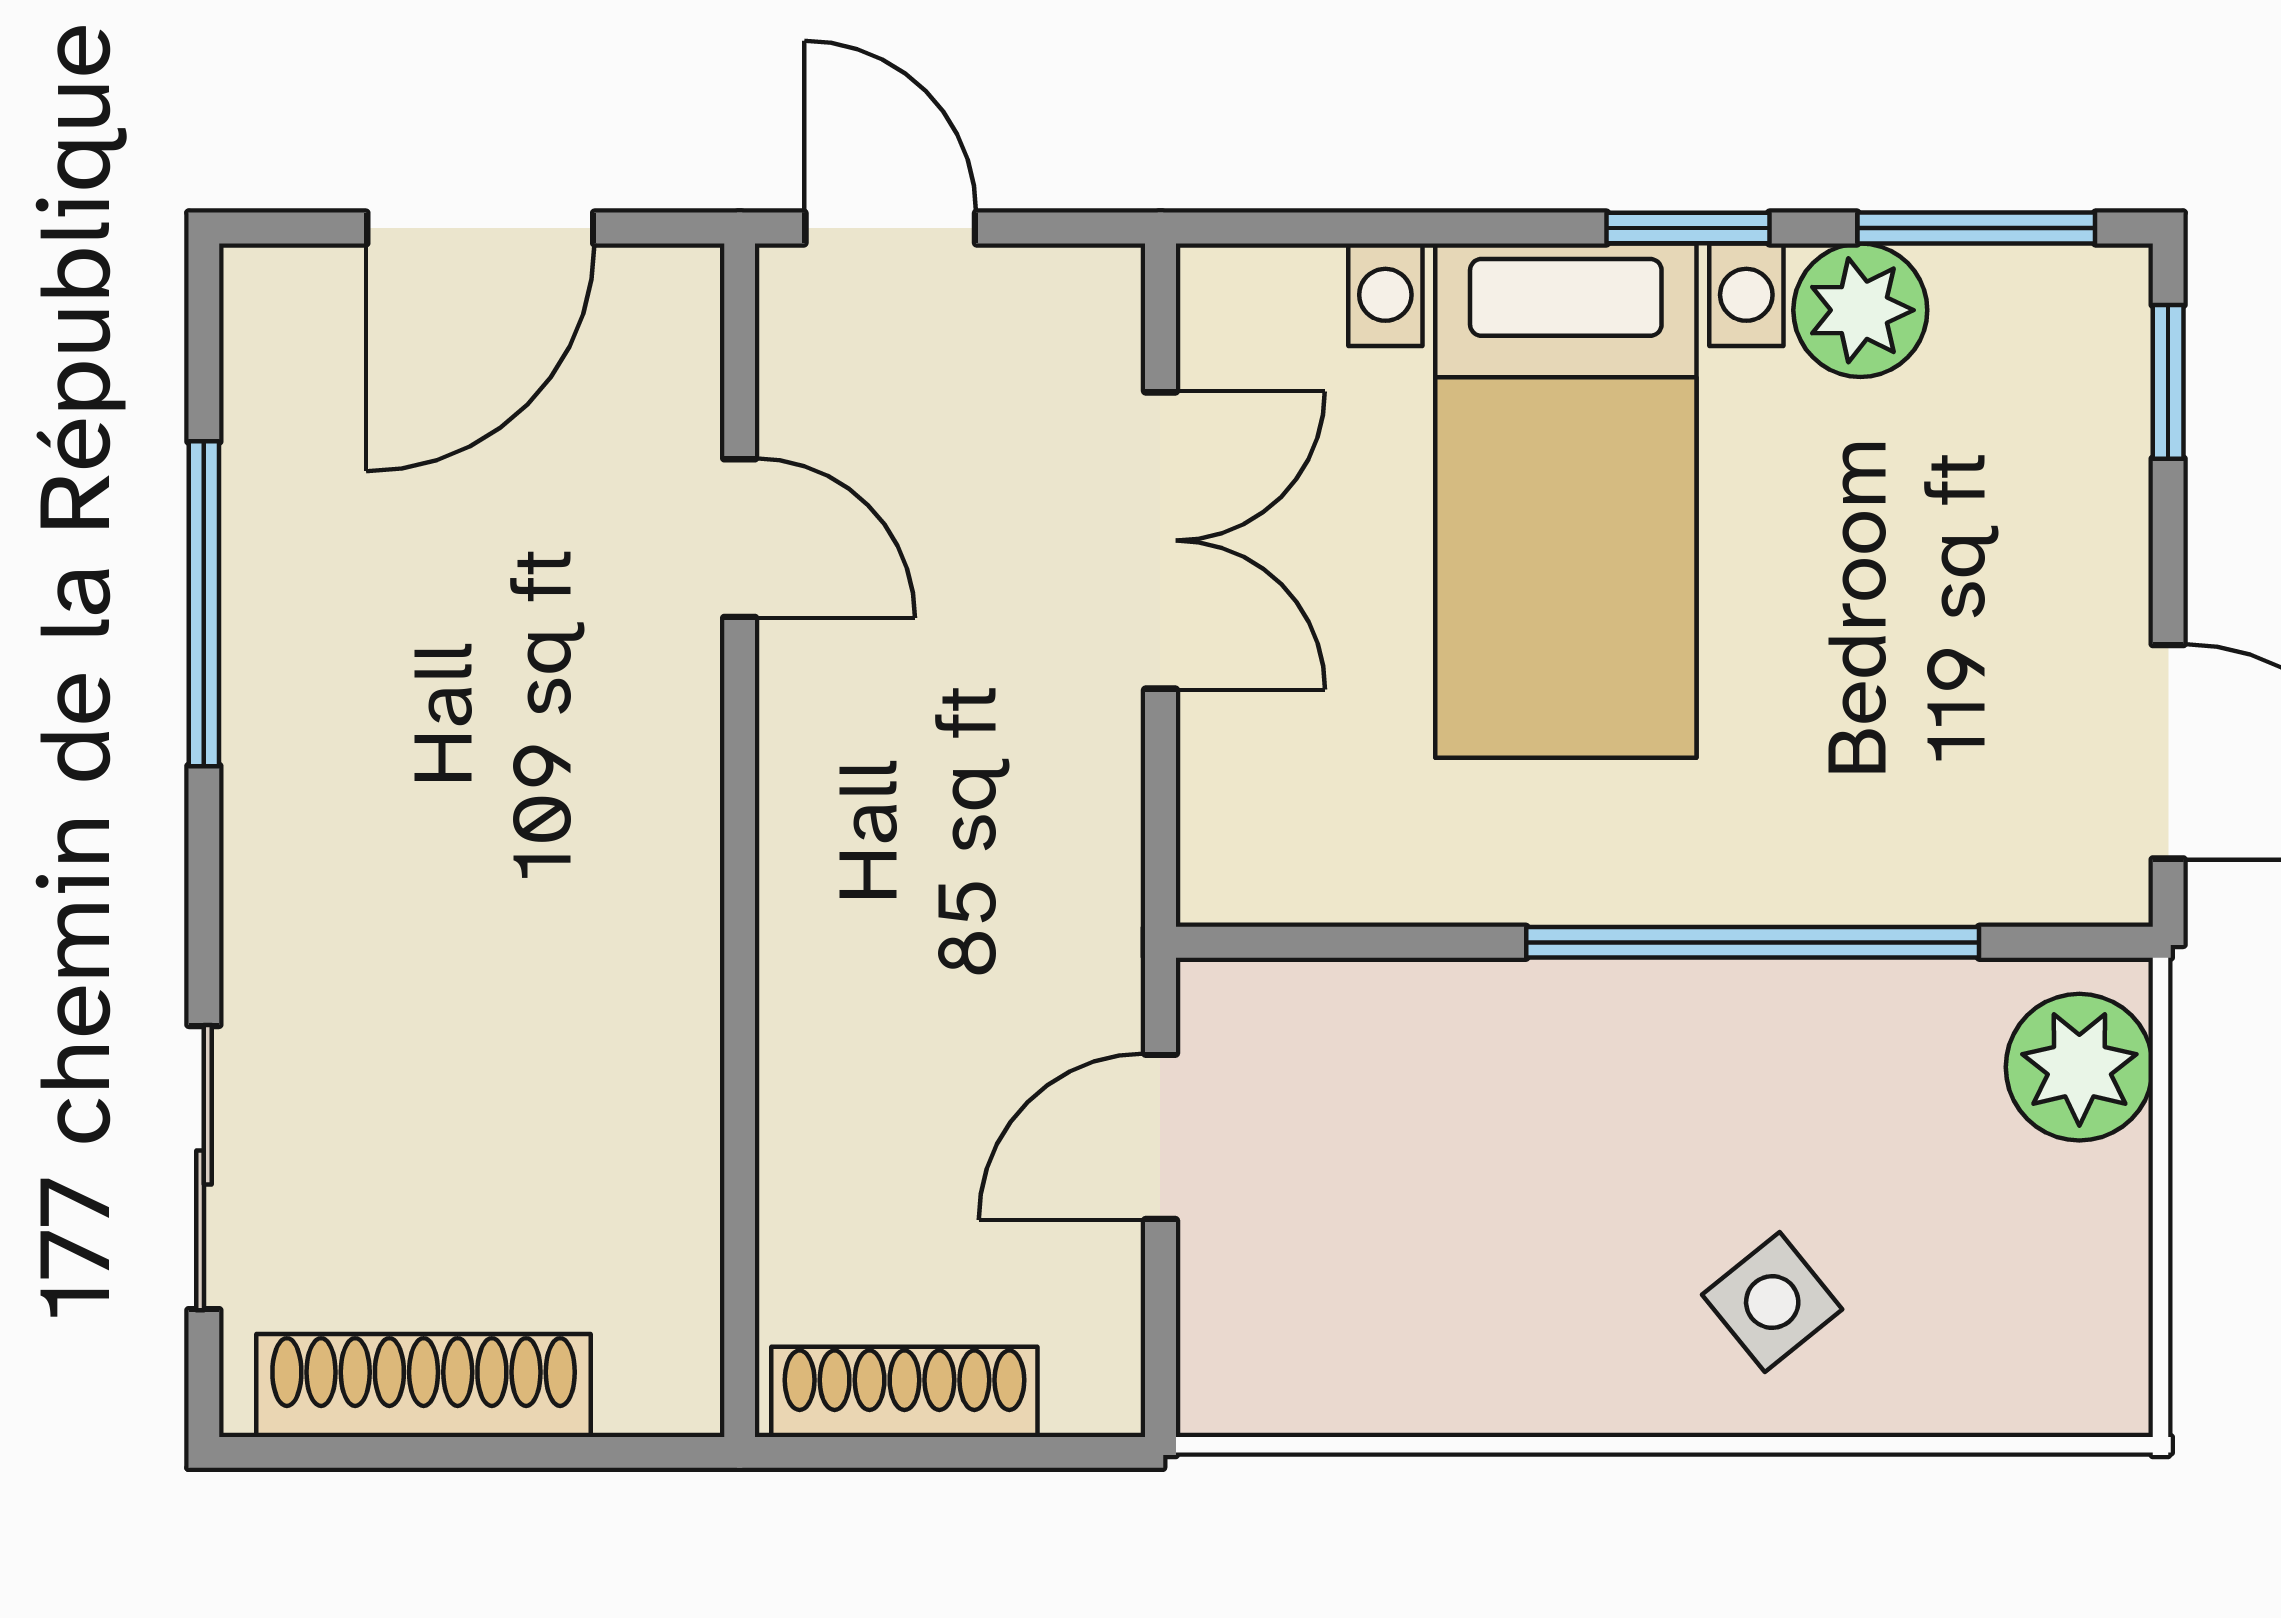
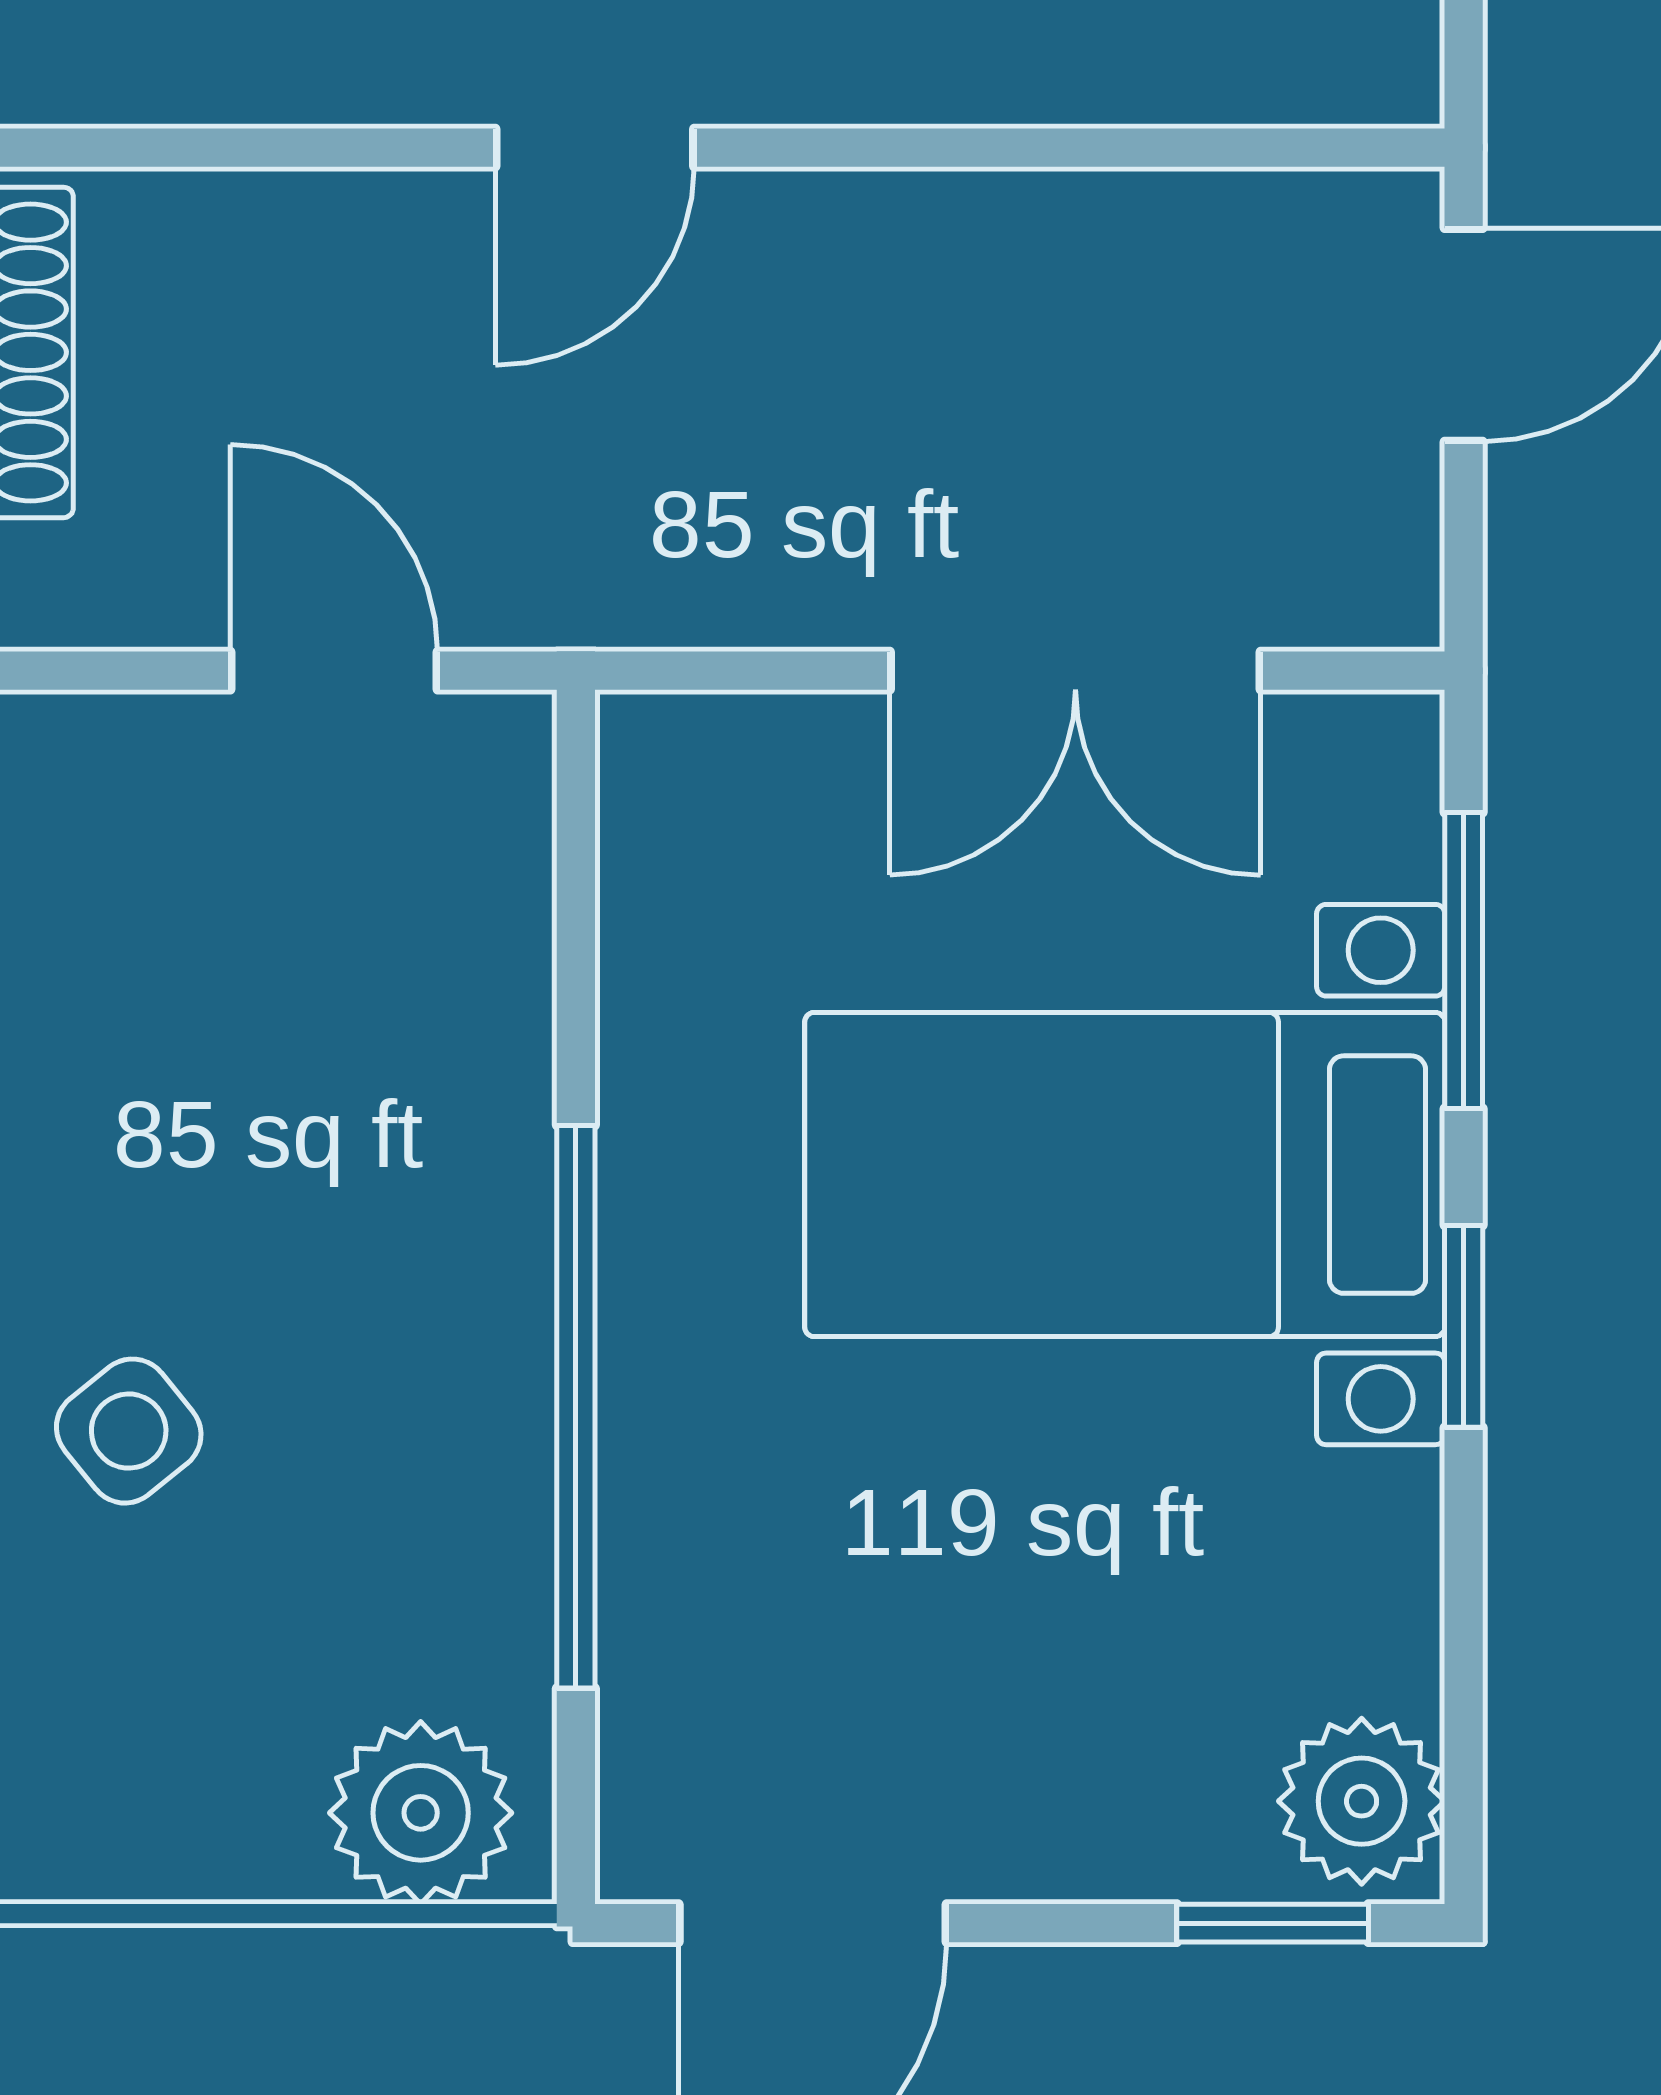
window: (1976, 228) -> (1464, 961), moved
plant: (1860, 310) -> (1362, 1801), moved
door: (740, 538) -> (595, 148), moved

